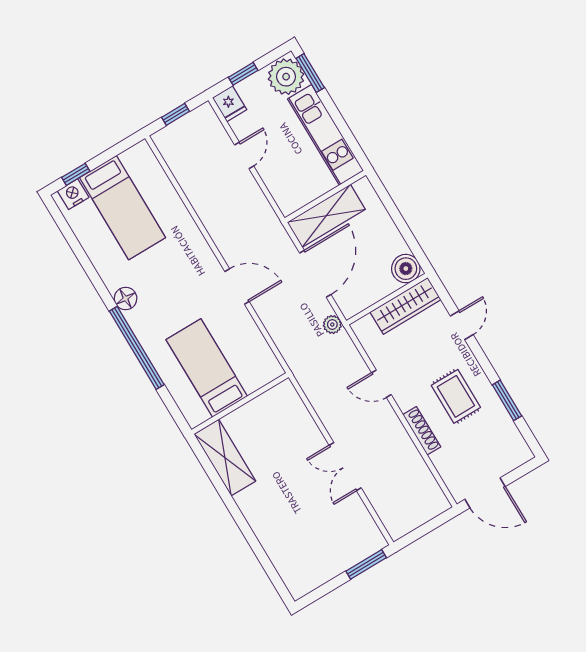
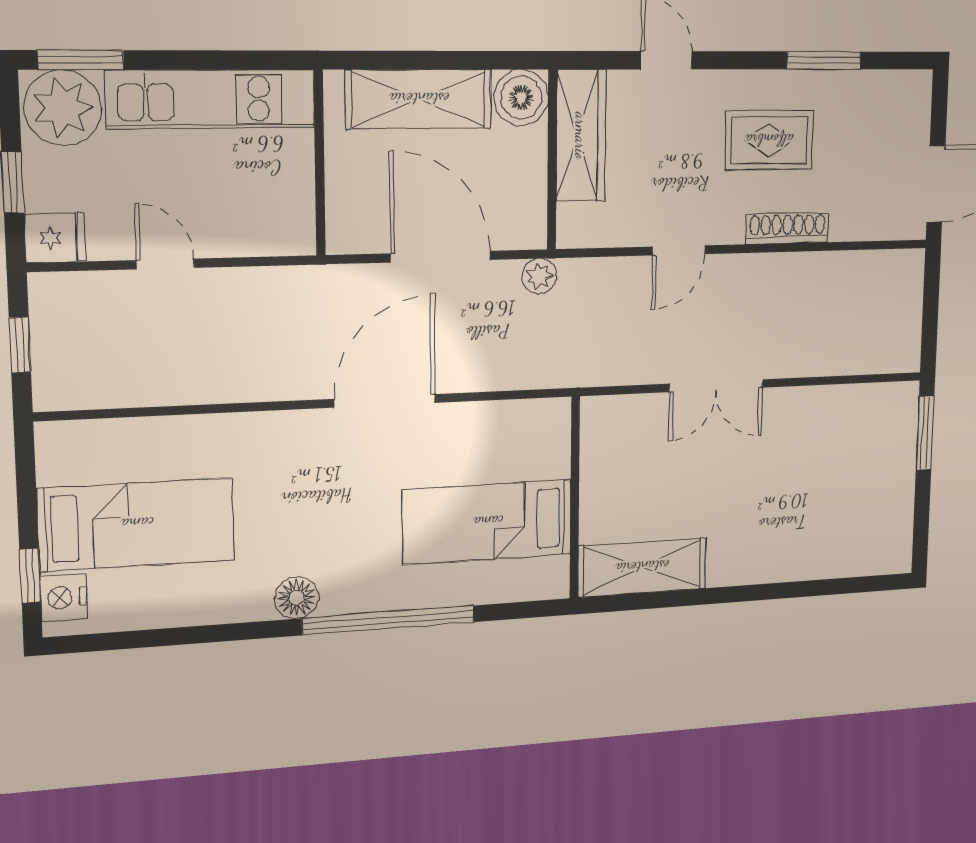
shelving: (326, 216) -> (419, 99), moved, turned 90
door: (237, 287) -> (385, 401), width x1.36
double door: (345, 467) -> (716, 386), moved

